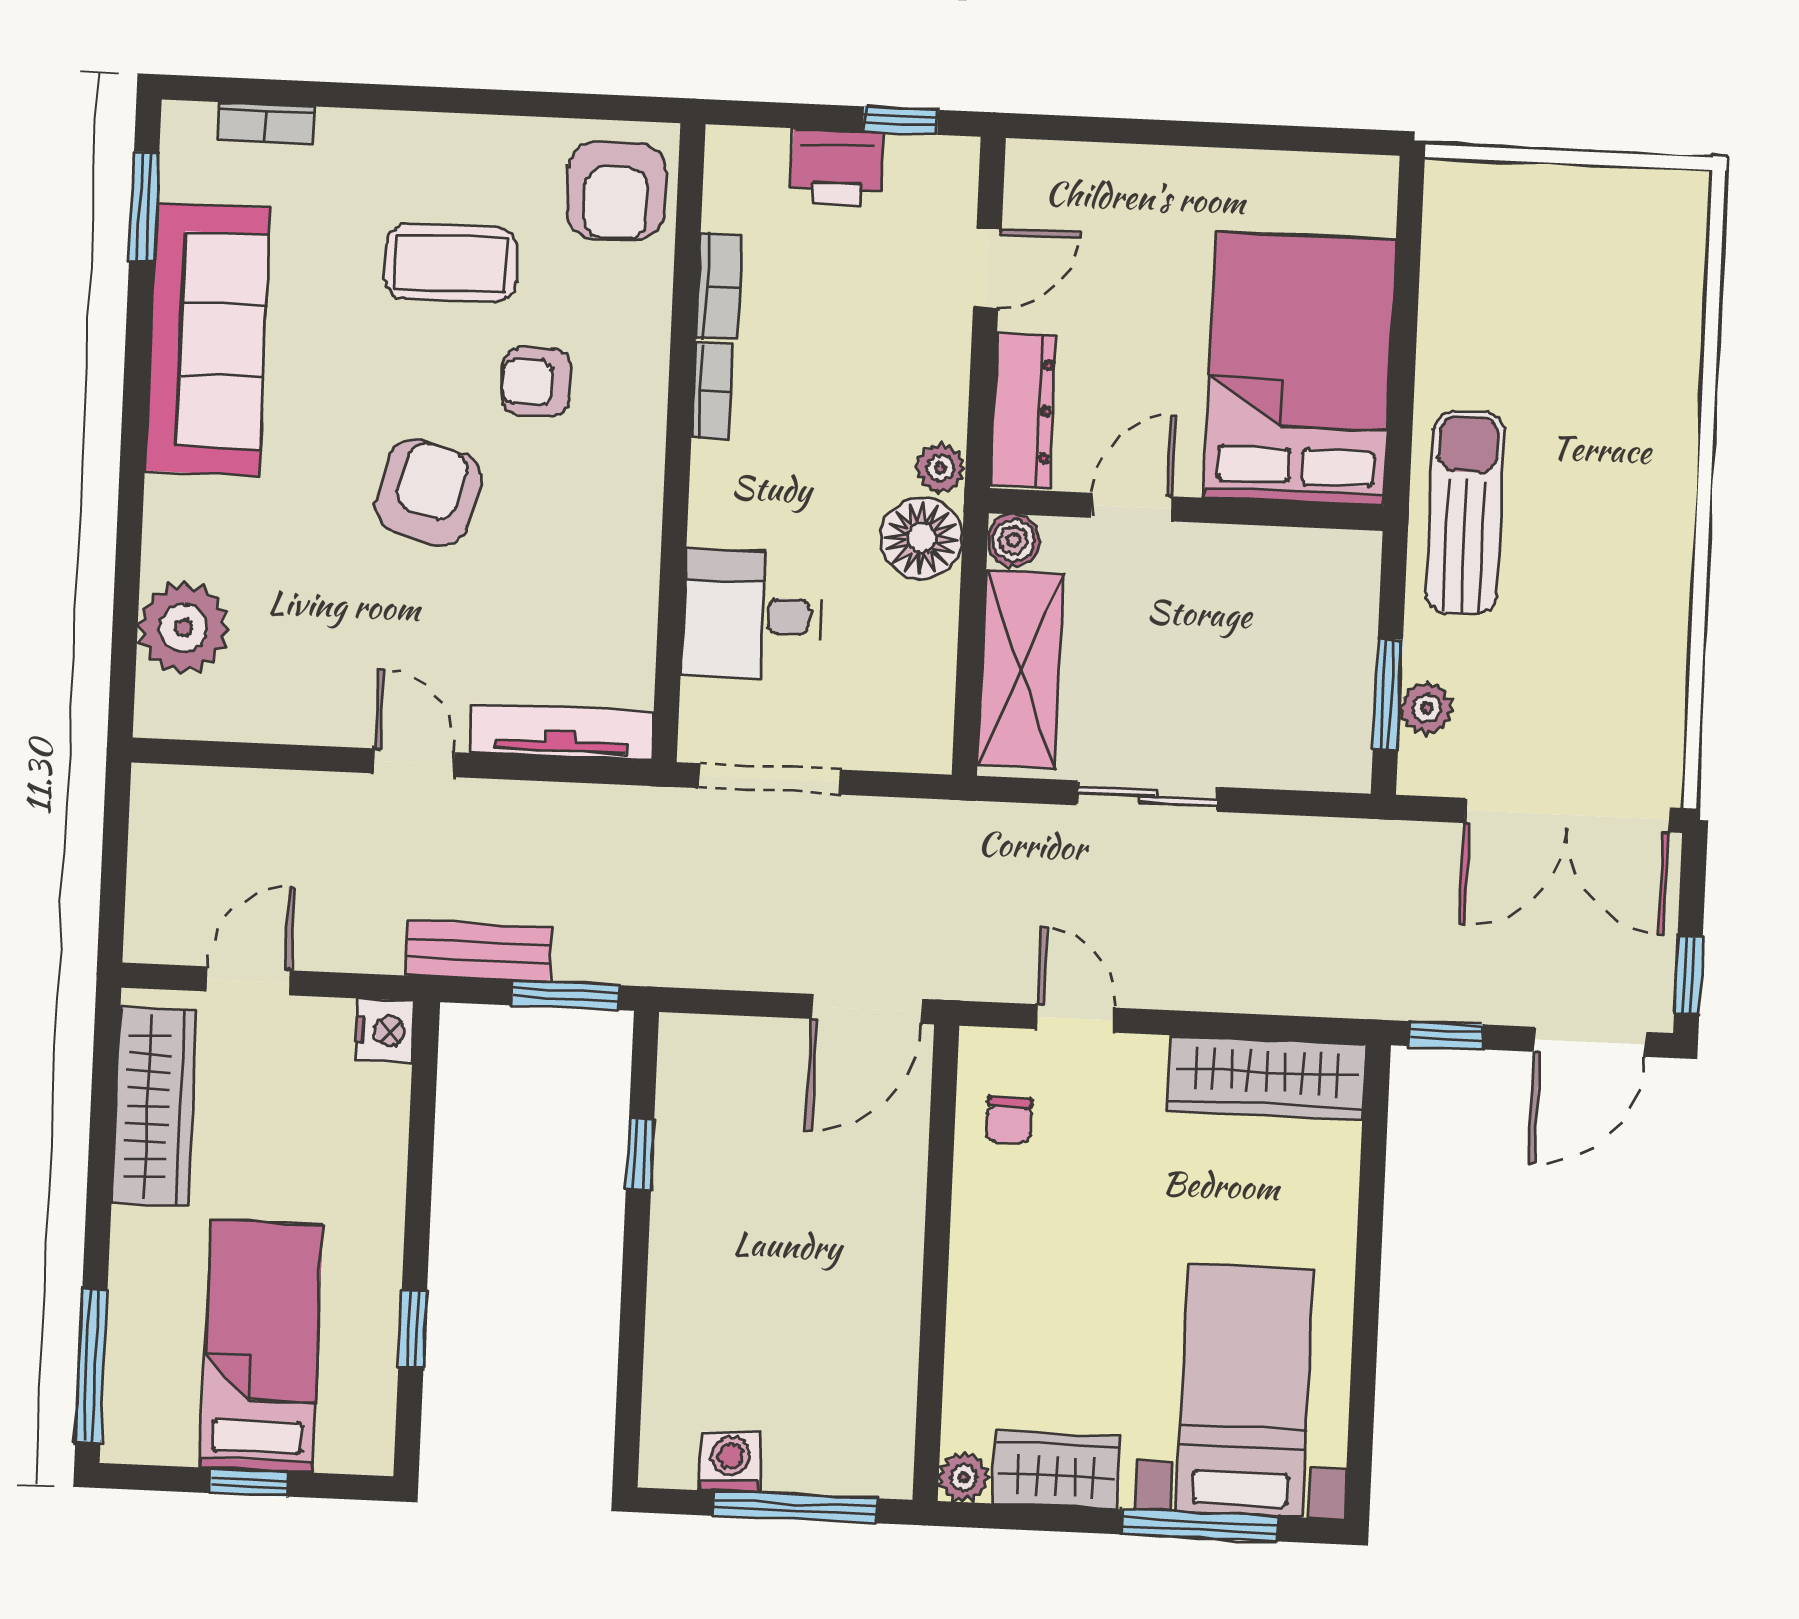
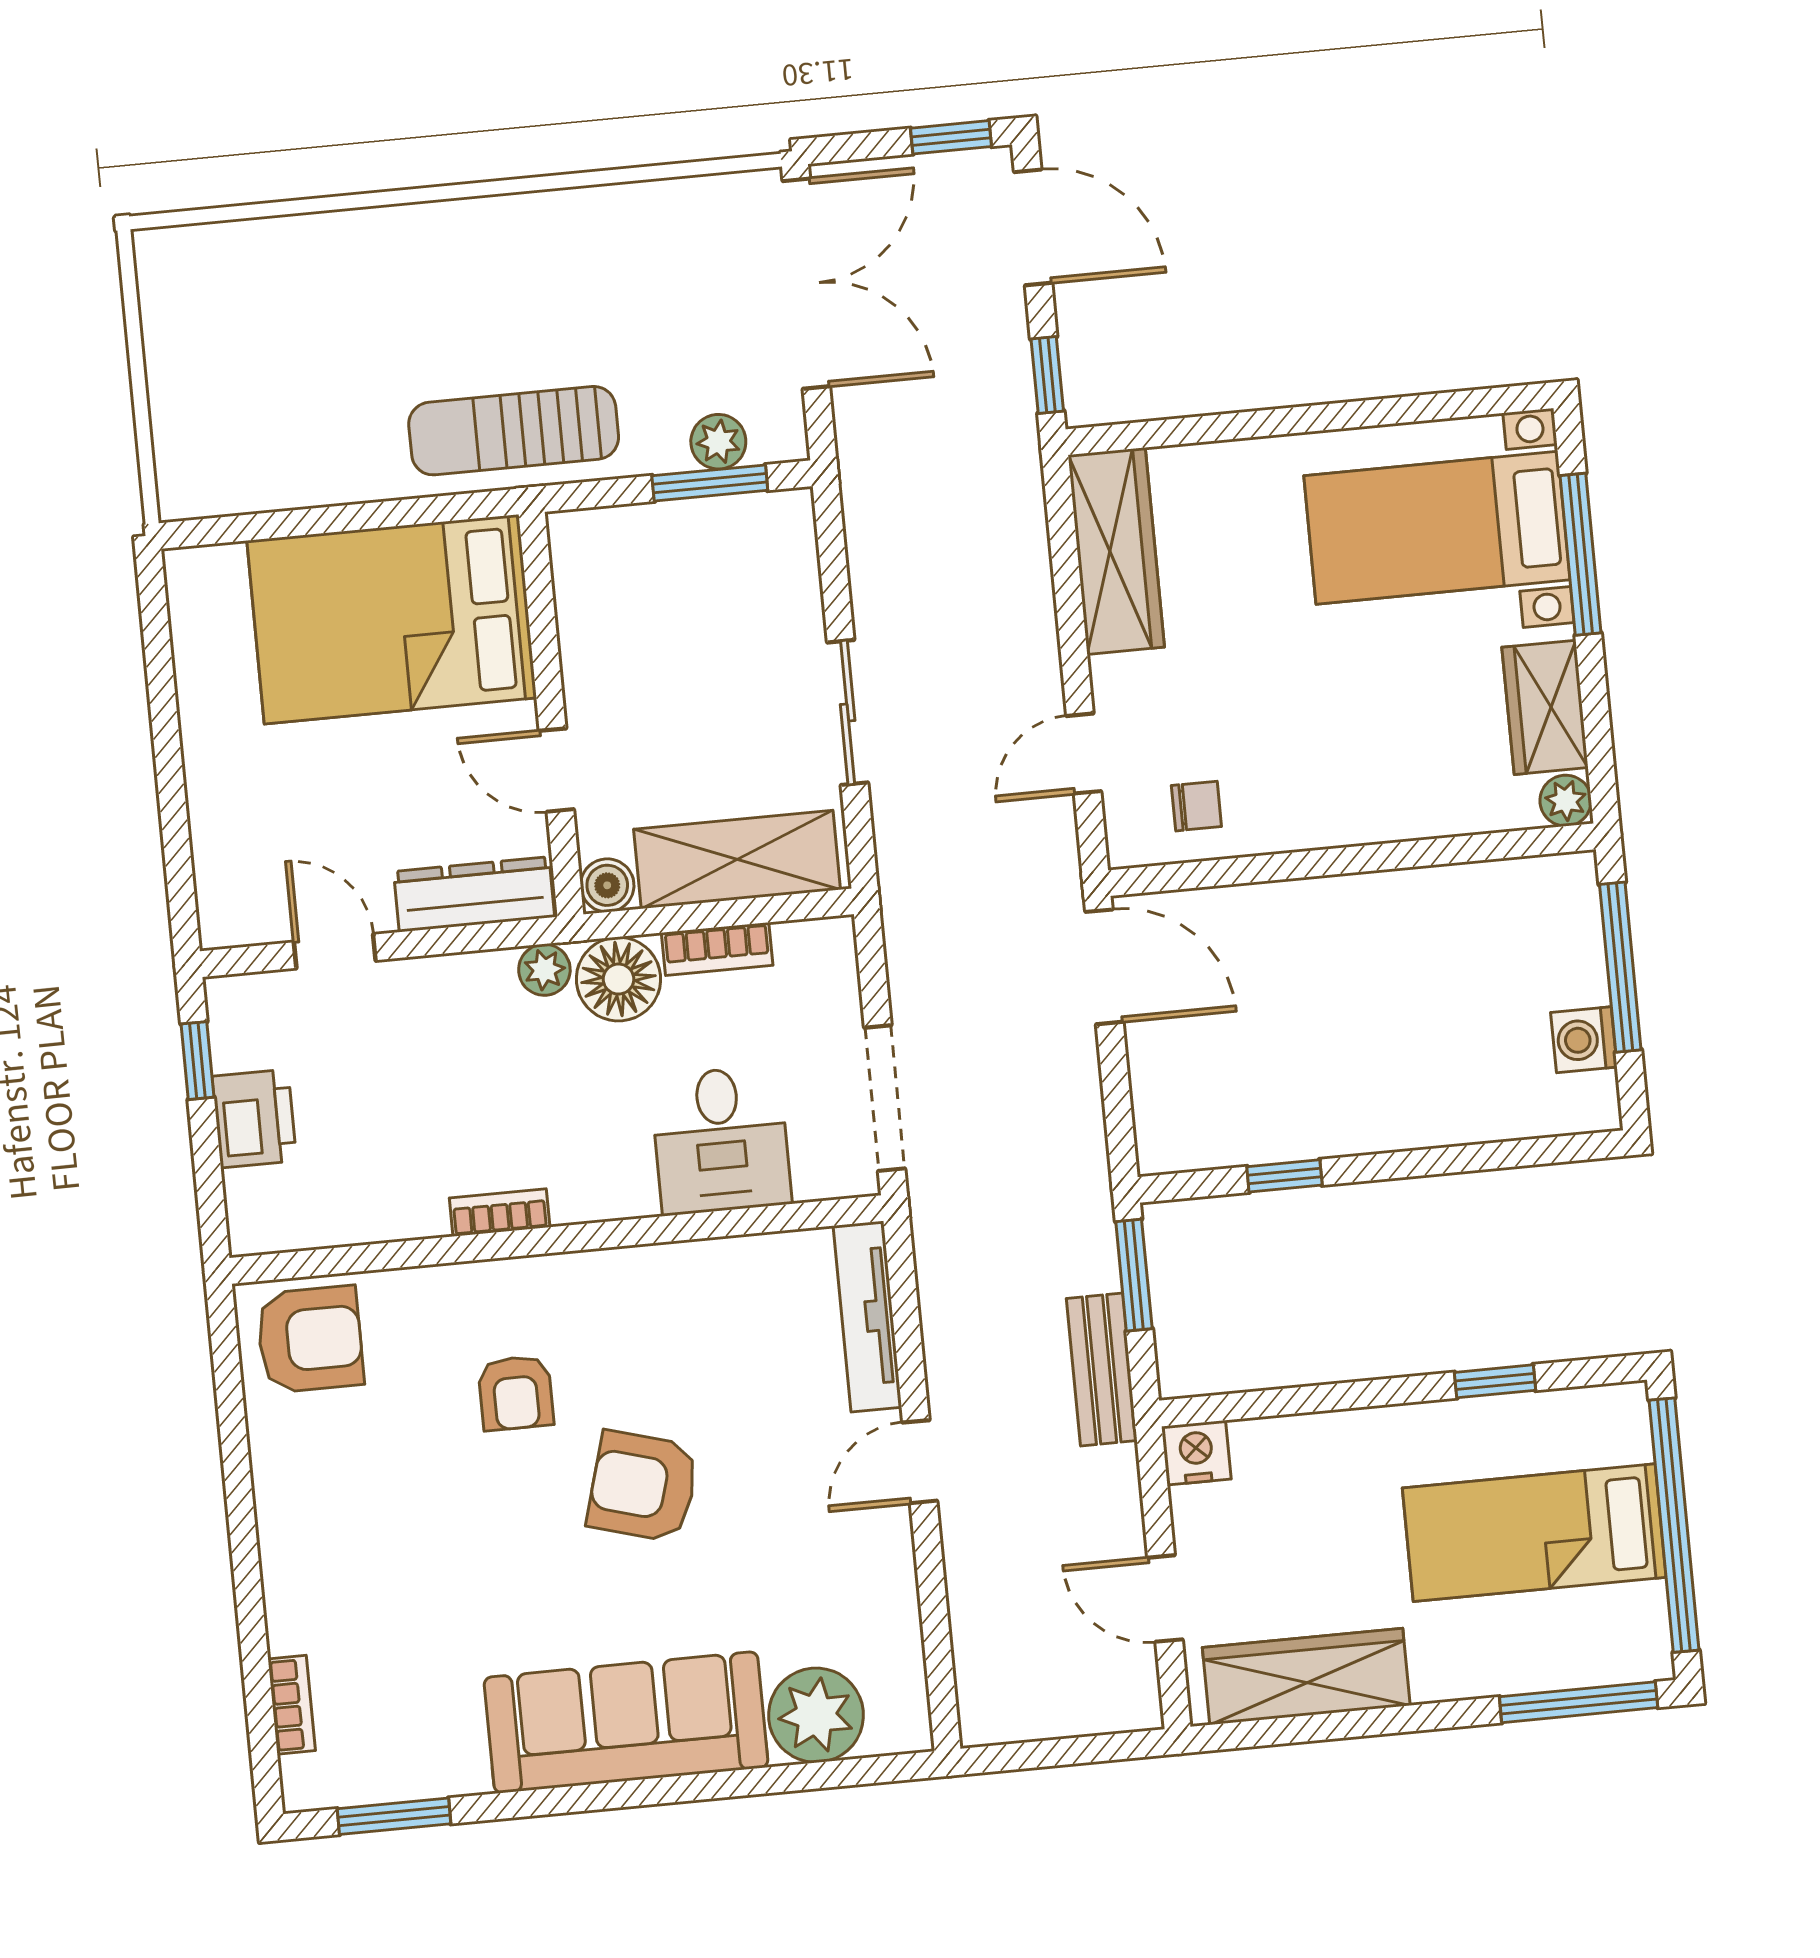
coffee table: (451, 263) -> (407, 1497), removed
bookcase: (719, 287) -> (717, 949), moved, turned 180
sofa: (208, 339) -> (626, 1722), moved
window: (249, 1482) -> (1674, 1525), width x3.17

